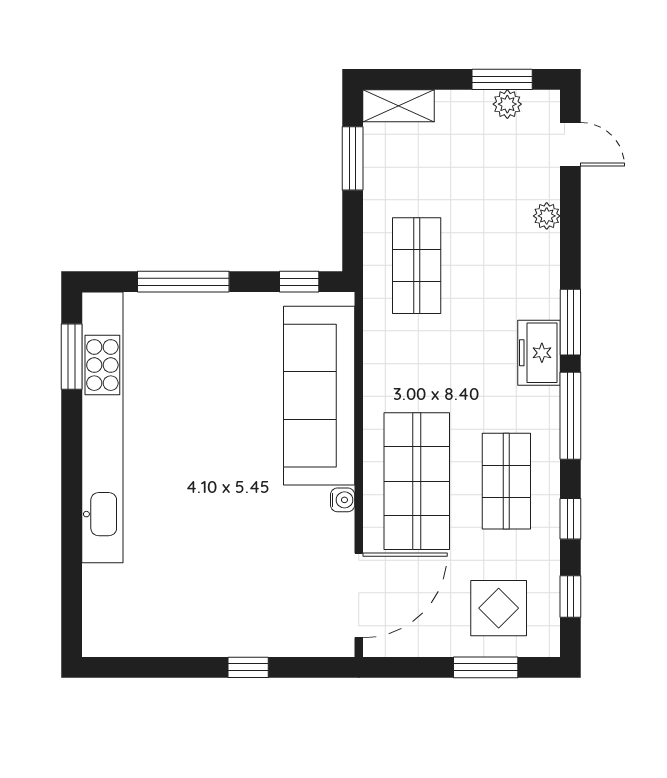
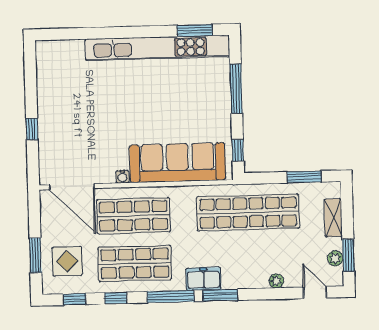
shelving: (399, 106) -> (333, 218), moved
door: (570, 144) -> (315, 293), swing flipped
shop shelf: (417, 266) -> (248, 213), width x2.00, depth x1.36
shop shelf: (506, 481) -> (135, 263), width x1.43, depth x1.36

